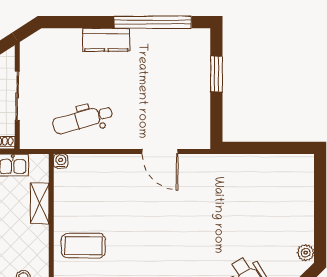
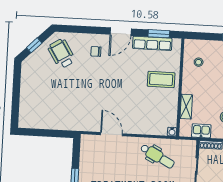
dental chair: (83, 119) -> (157, 156), turned 43
plant: (306, 253) -> (26, 68), removed

